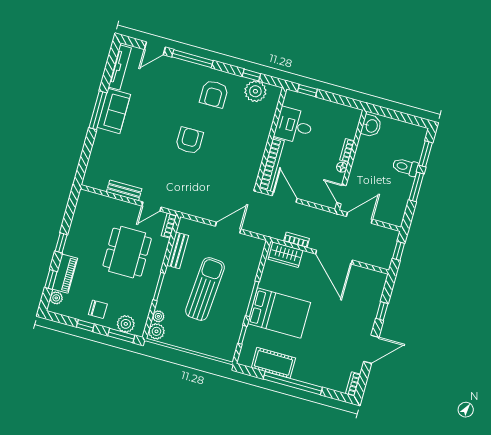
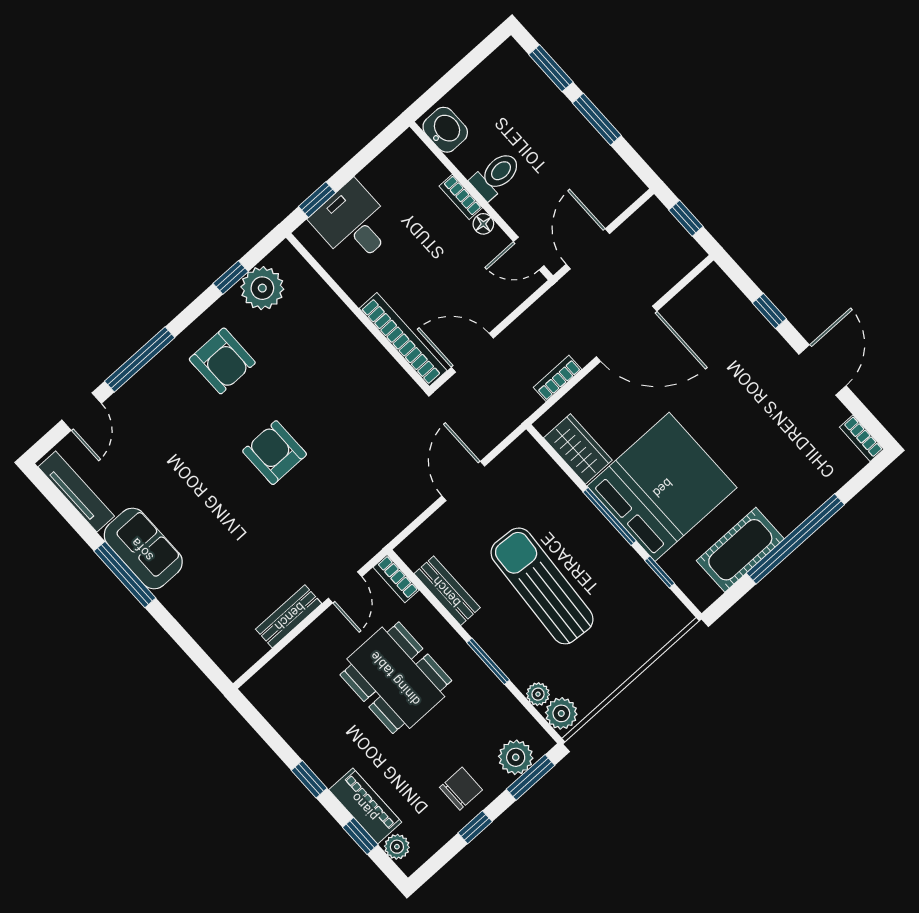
desk: (294, 126) -> (353, 223), moved, turned 90
toilet: (405, 167) -> (496, 175), moved, turned 180
wardrobe: (286, 255) -> (578, 449), moved, turned -90
bed: (279, 313) -> (662, 487), width x1.36

